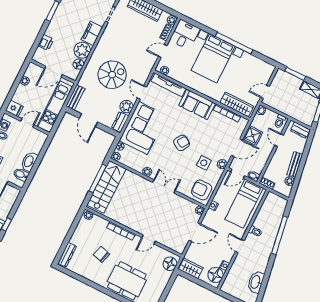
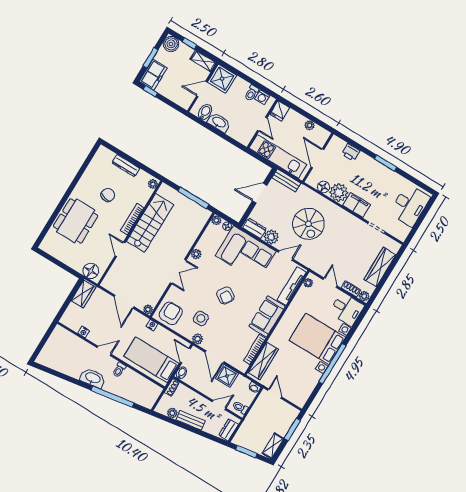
stairs: (106, 187) -> (150, 223), moved, turned -90
dresser: (67, 255) -> (126, 166), moved
floor lamp: (216, 275) -> (74, 321), removed
washbasin: (256, 282) -> (93, 378), moved

